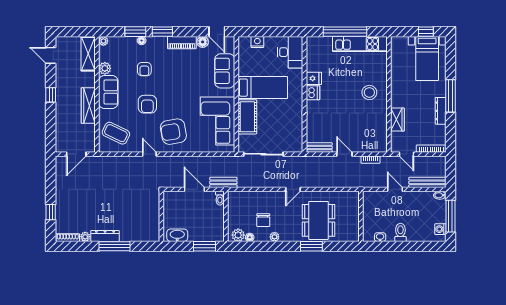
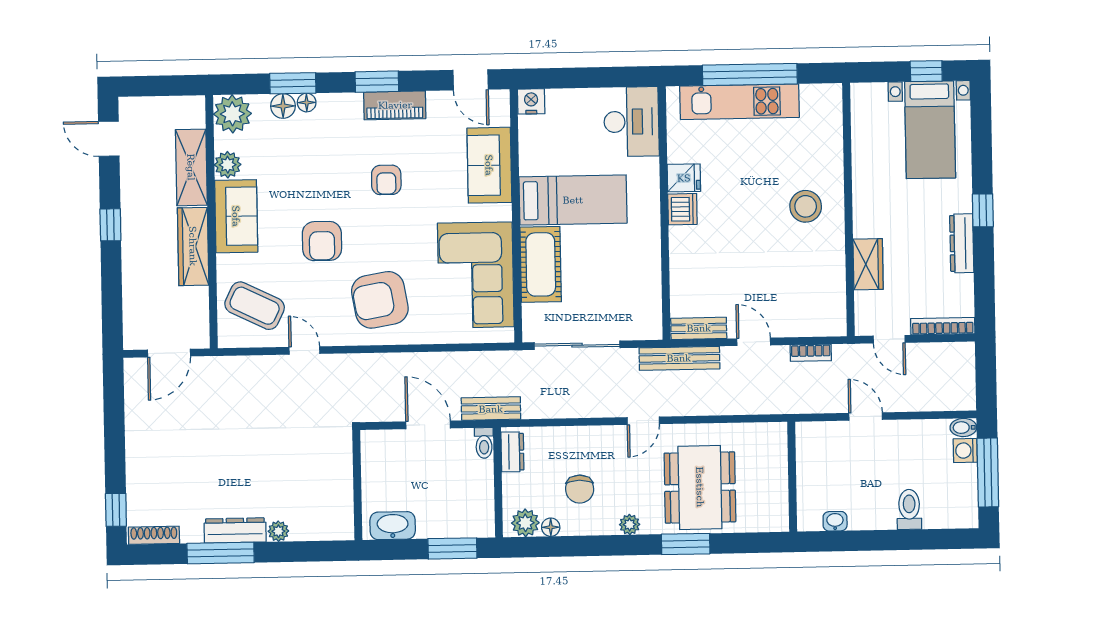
window: (162, 32) -> (377, 82), moved
plant: (103, 41) -> (232, 114), width x1.88, depth x1.88
floor lamp: (203, 42) -> (283, 106), moved
nightstand: (257, 42) -> (531, 101), moved
kitchen unit: (360, 44) -> (740, 102), moved
shelving: (88, 54) -> (191, 167), moved
armchair: (144, 69) -> (386, 180), moved
window: (451, 96) -> (983, 210), width x0.46
door: (149, 154) -> (304, 350), moved
bench: (427, 182) -> (679, 358), moved
dresser: (233, 202) -> (512, 452), added
window: (51, 212) -> (116, 510), moved
washing machine: (440, 229) -> (965, 450), moved
toilet: (400, 232) -> (909, 509), moved
plant: (85, 237) -> (278, 531), moved
plant: (274, 237) -> (630, 525), moved
window: (115, 246) -> (221, 553), moved

